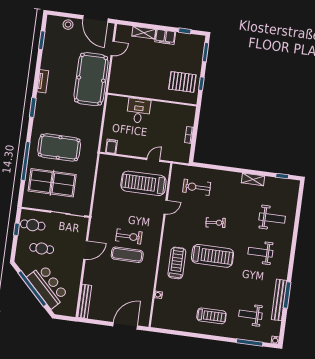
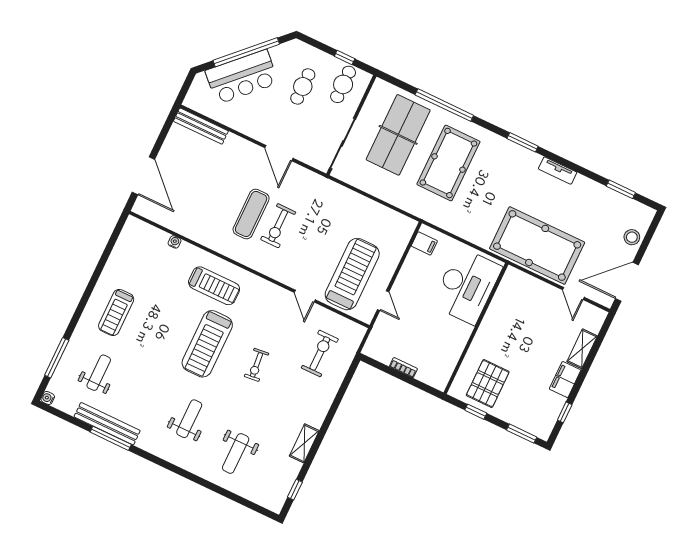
desk: (139, 111) -> (467, 286), width x1.87, depth x1.30

